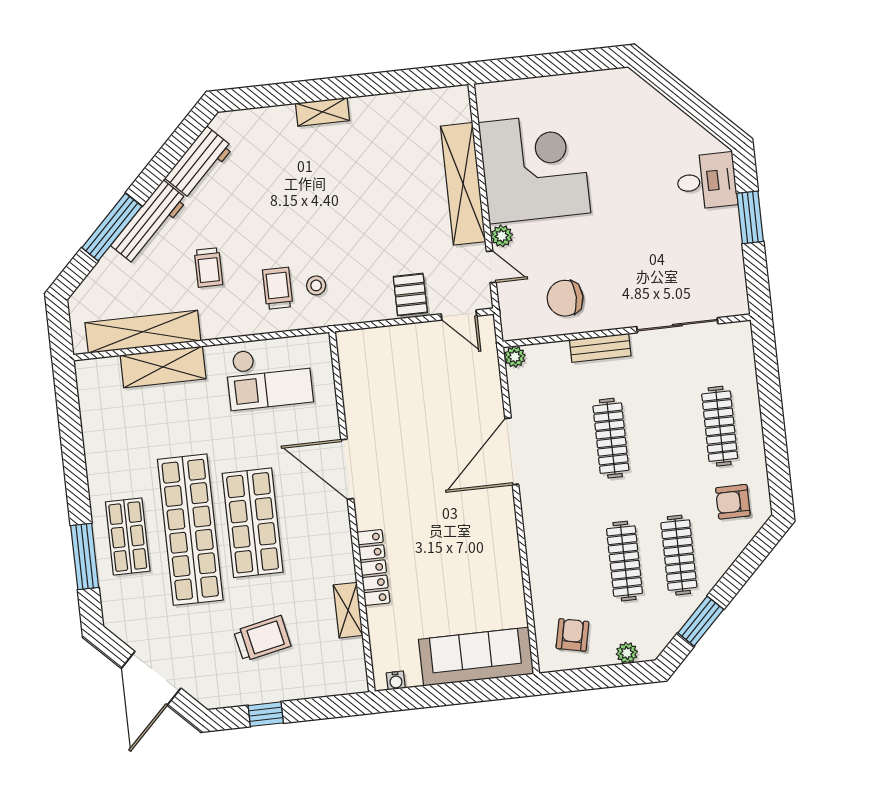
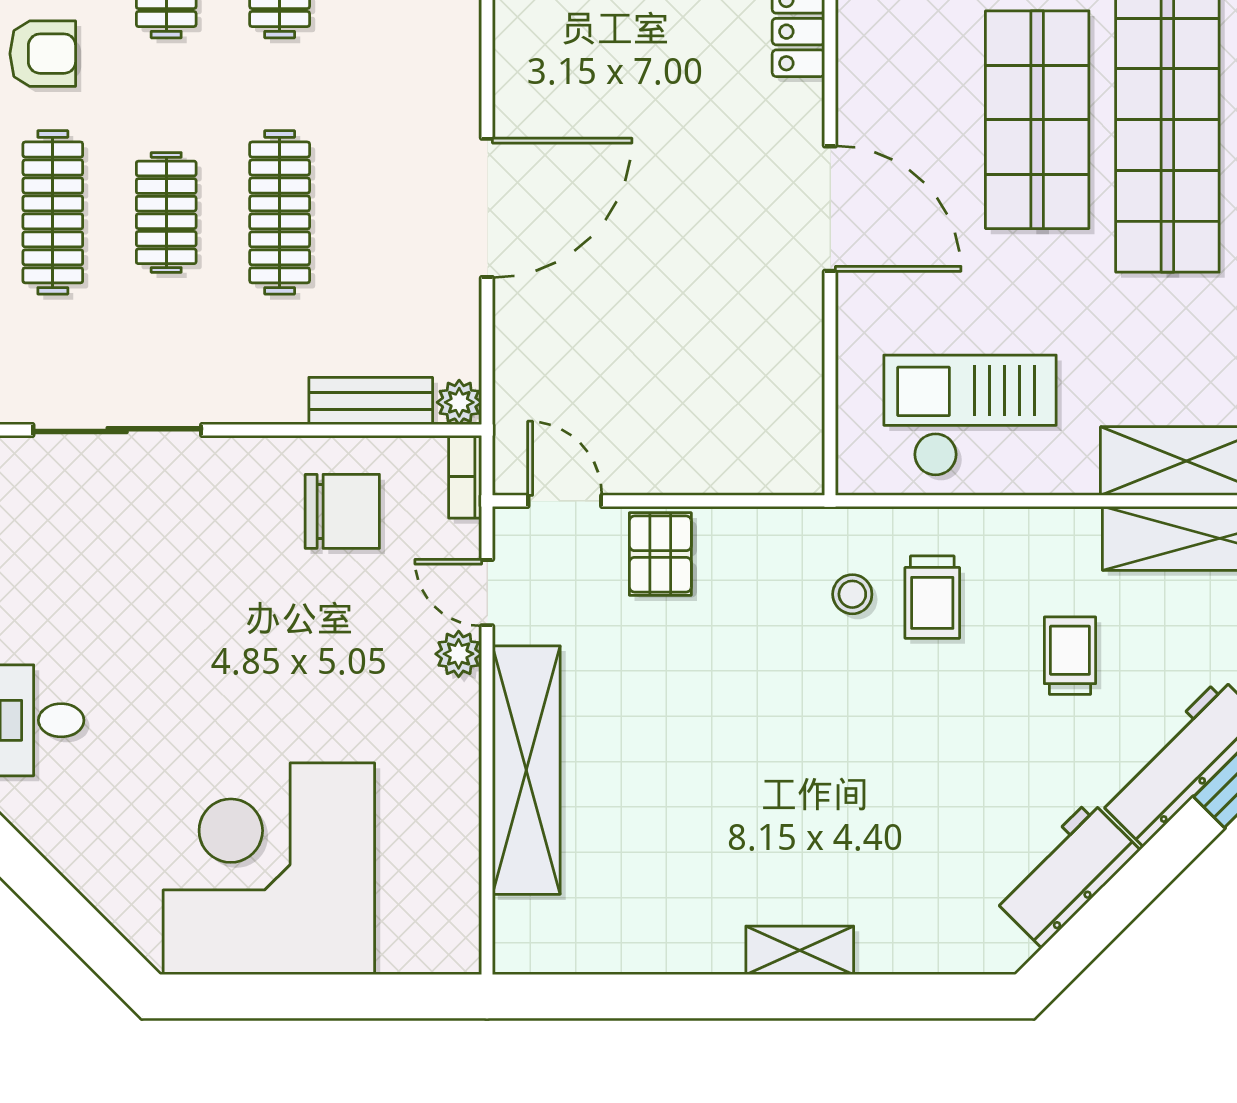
corner desk: (534, 168) -> (269, 869), moved, turned 90
bookcase: (508, 321) -> (465, 477), added
bench: (600, 348) -> (371, 401), moved
clothes rail: (665, 432) -> (166, 212), added

